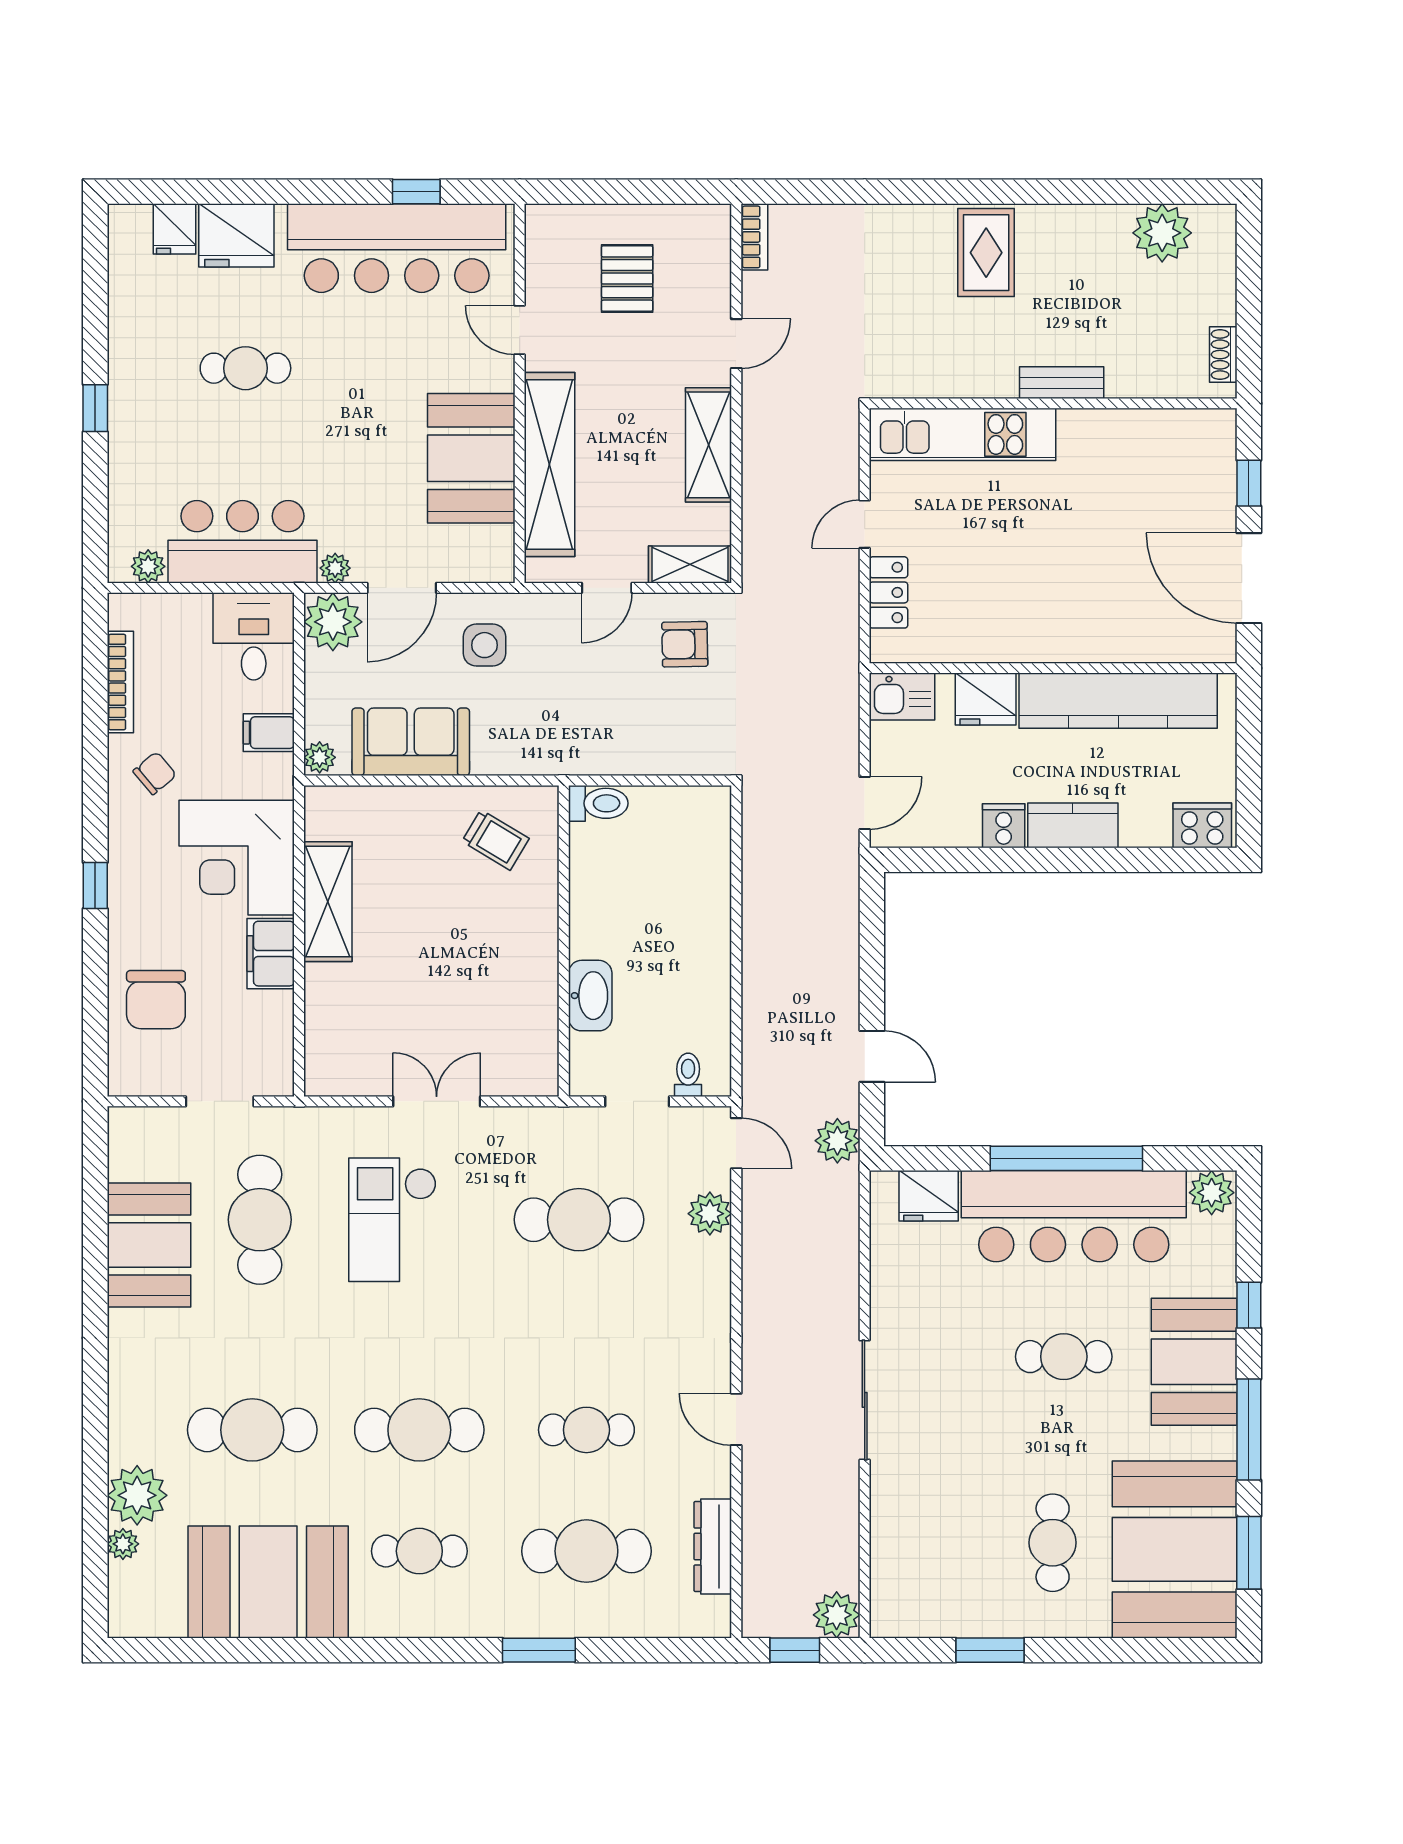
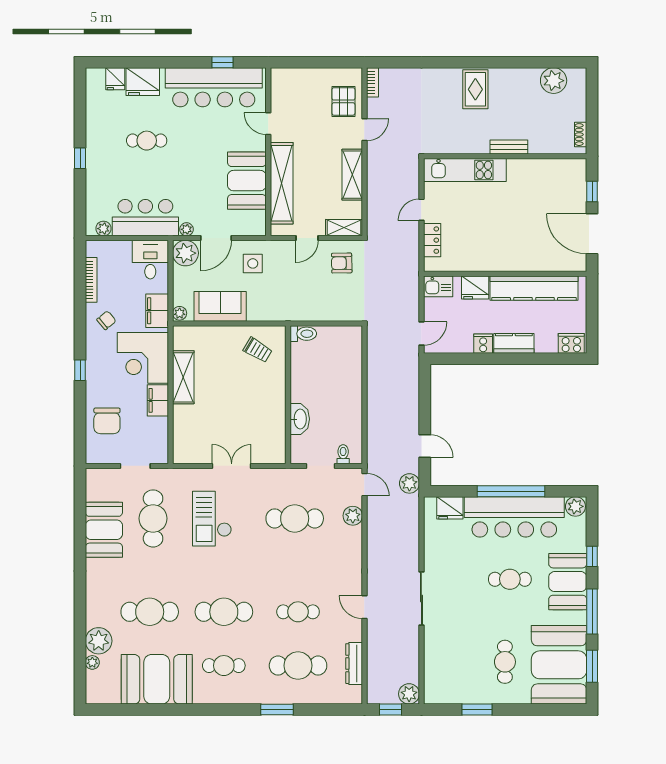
pallet: (627, 279) -> (343, 101), moved
filing cabinet: (269, 733) -> (157, 311), width x2.00

